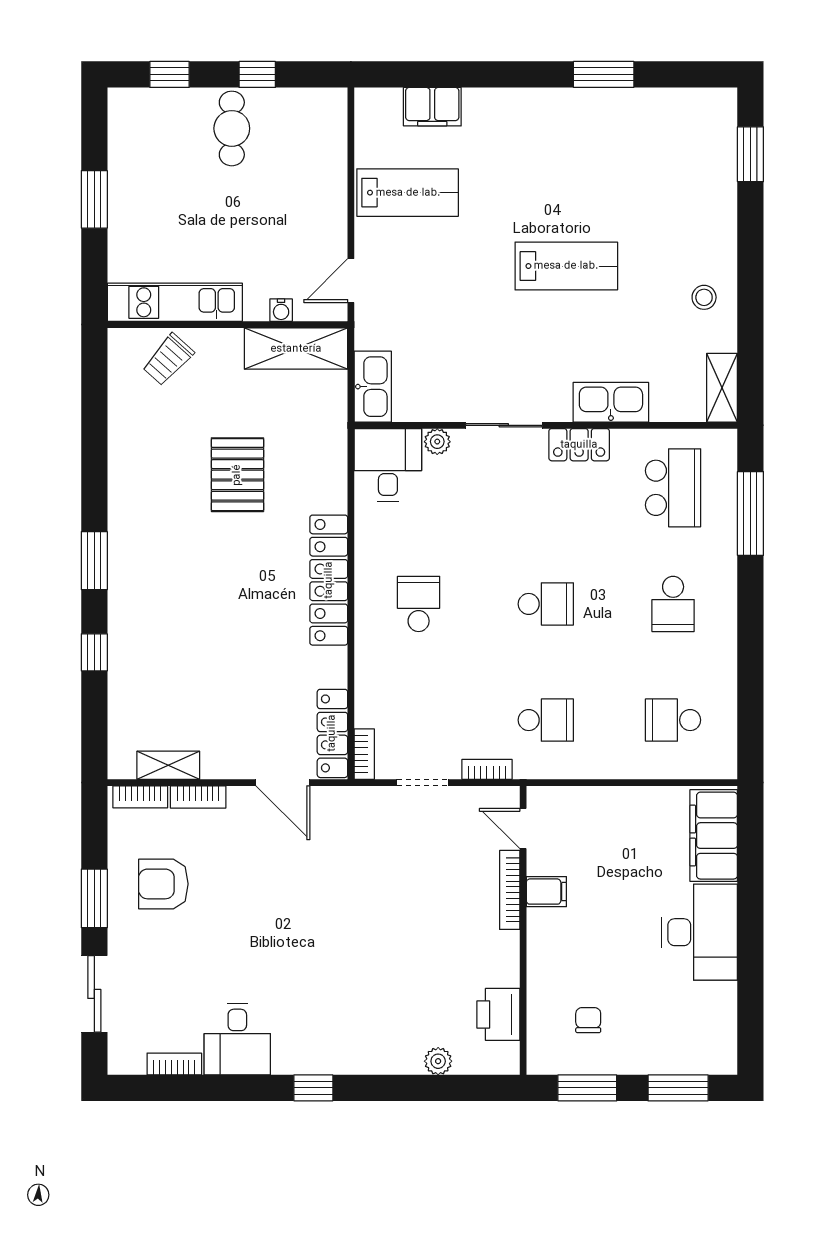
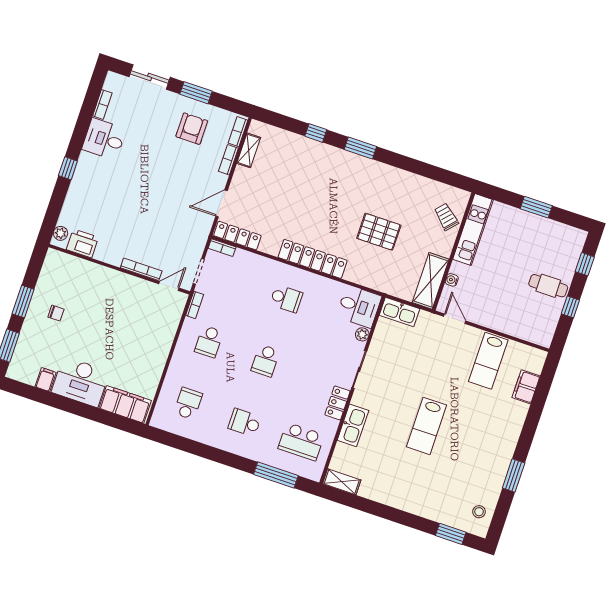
stool: (704, 297) -> (479, 512), moved
door: (523, 829) -> (169, 286), moved
bookcase: (510, 890) -> (141, 269), moved
filing cabinet: (546, 892) -> (46, 380), moved, turned 180
wall: (523, 930) -> (119, 269), moved
printer: (498, 1014) -> (82, 243), moved

